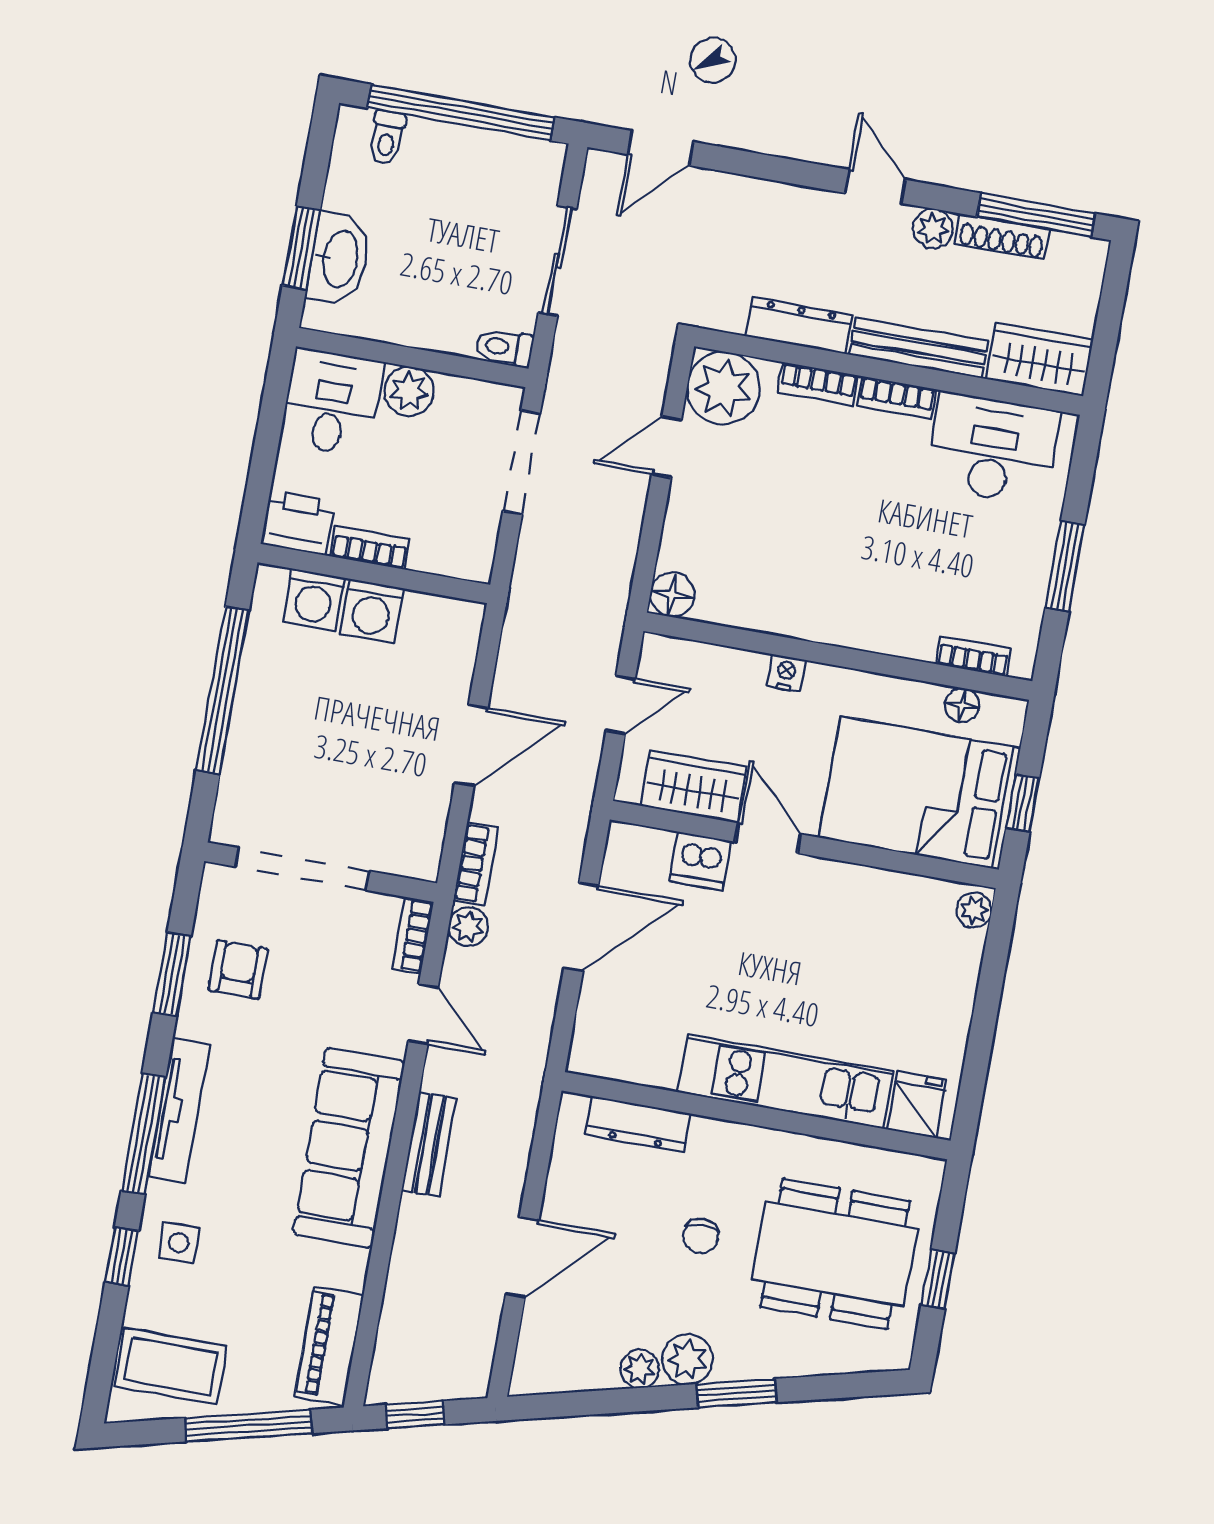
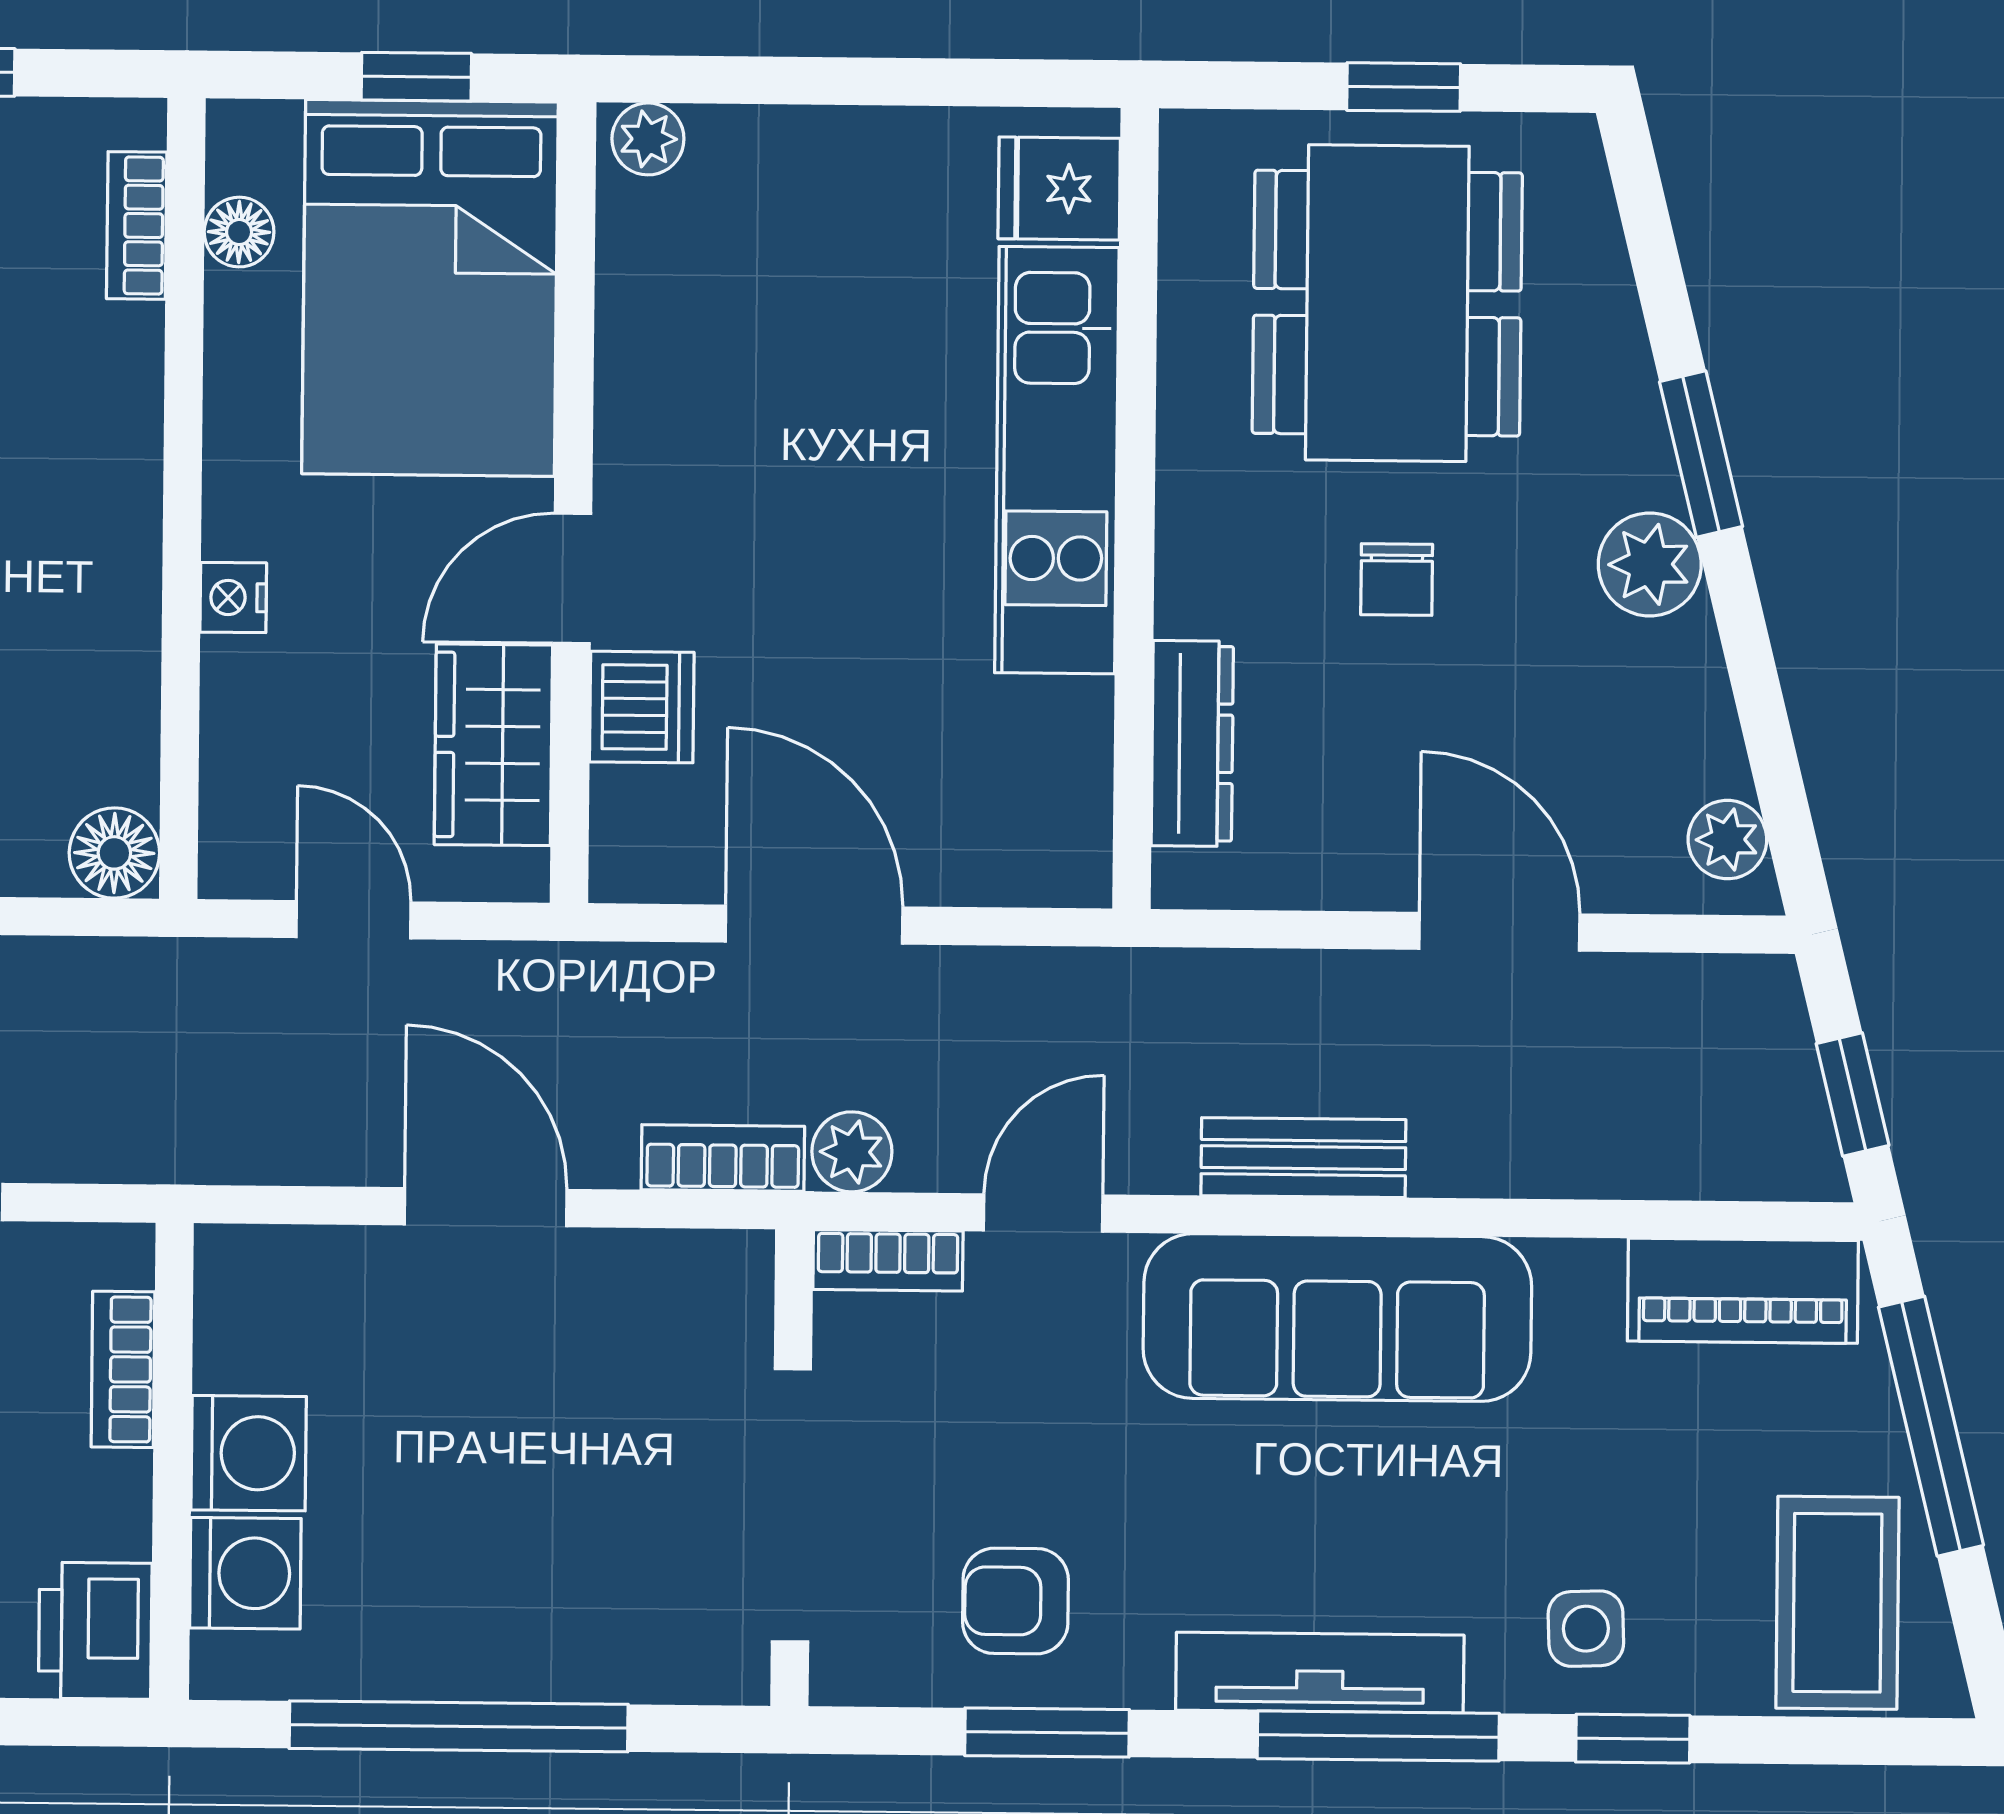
bookcase: (370, 548) -> (123, 1369), moved
chair: (701, 1236) -> (1397, 579), turned 90
plant: (640, 1369) -> (1727, 840), moved

